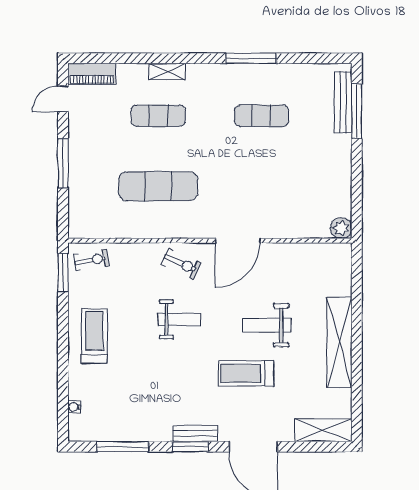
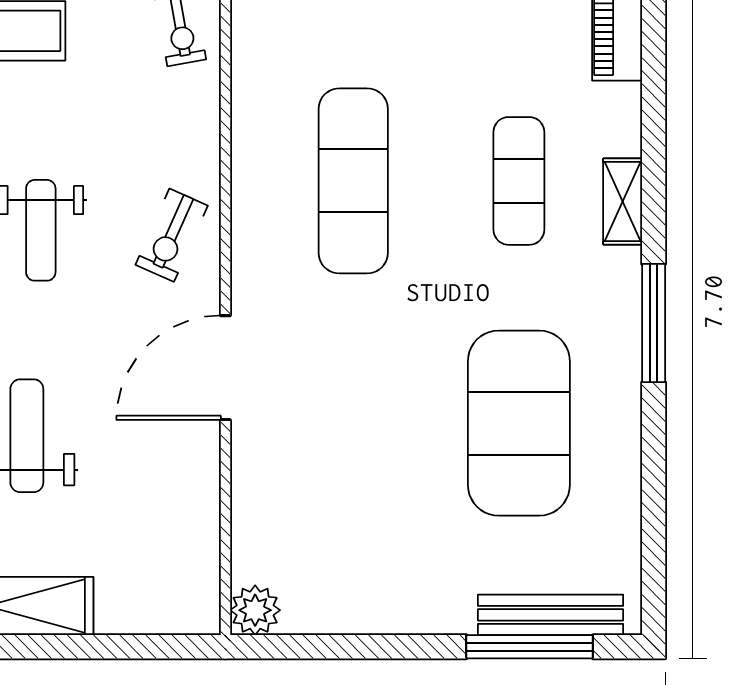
window: (251, 58) -> (654, 323), moved
exercise mat: (261, 116) -> (519, 423), width x2.00, depth x1.45
door: (238, 241) -> (225, 368), hinge flipped

